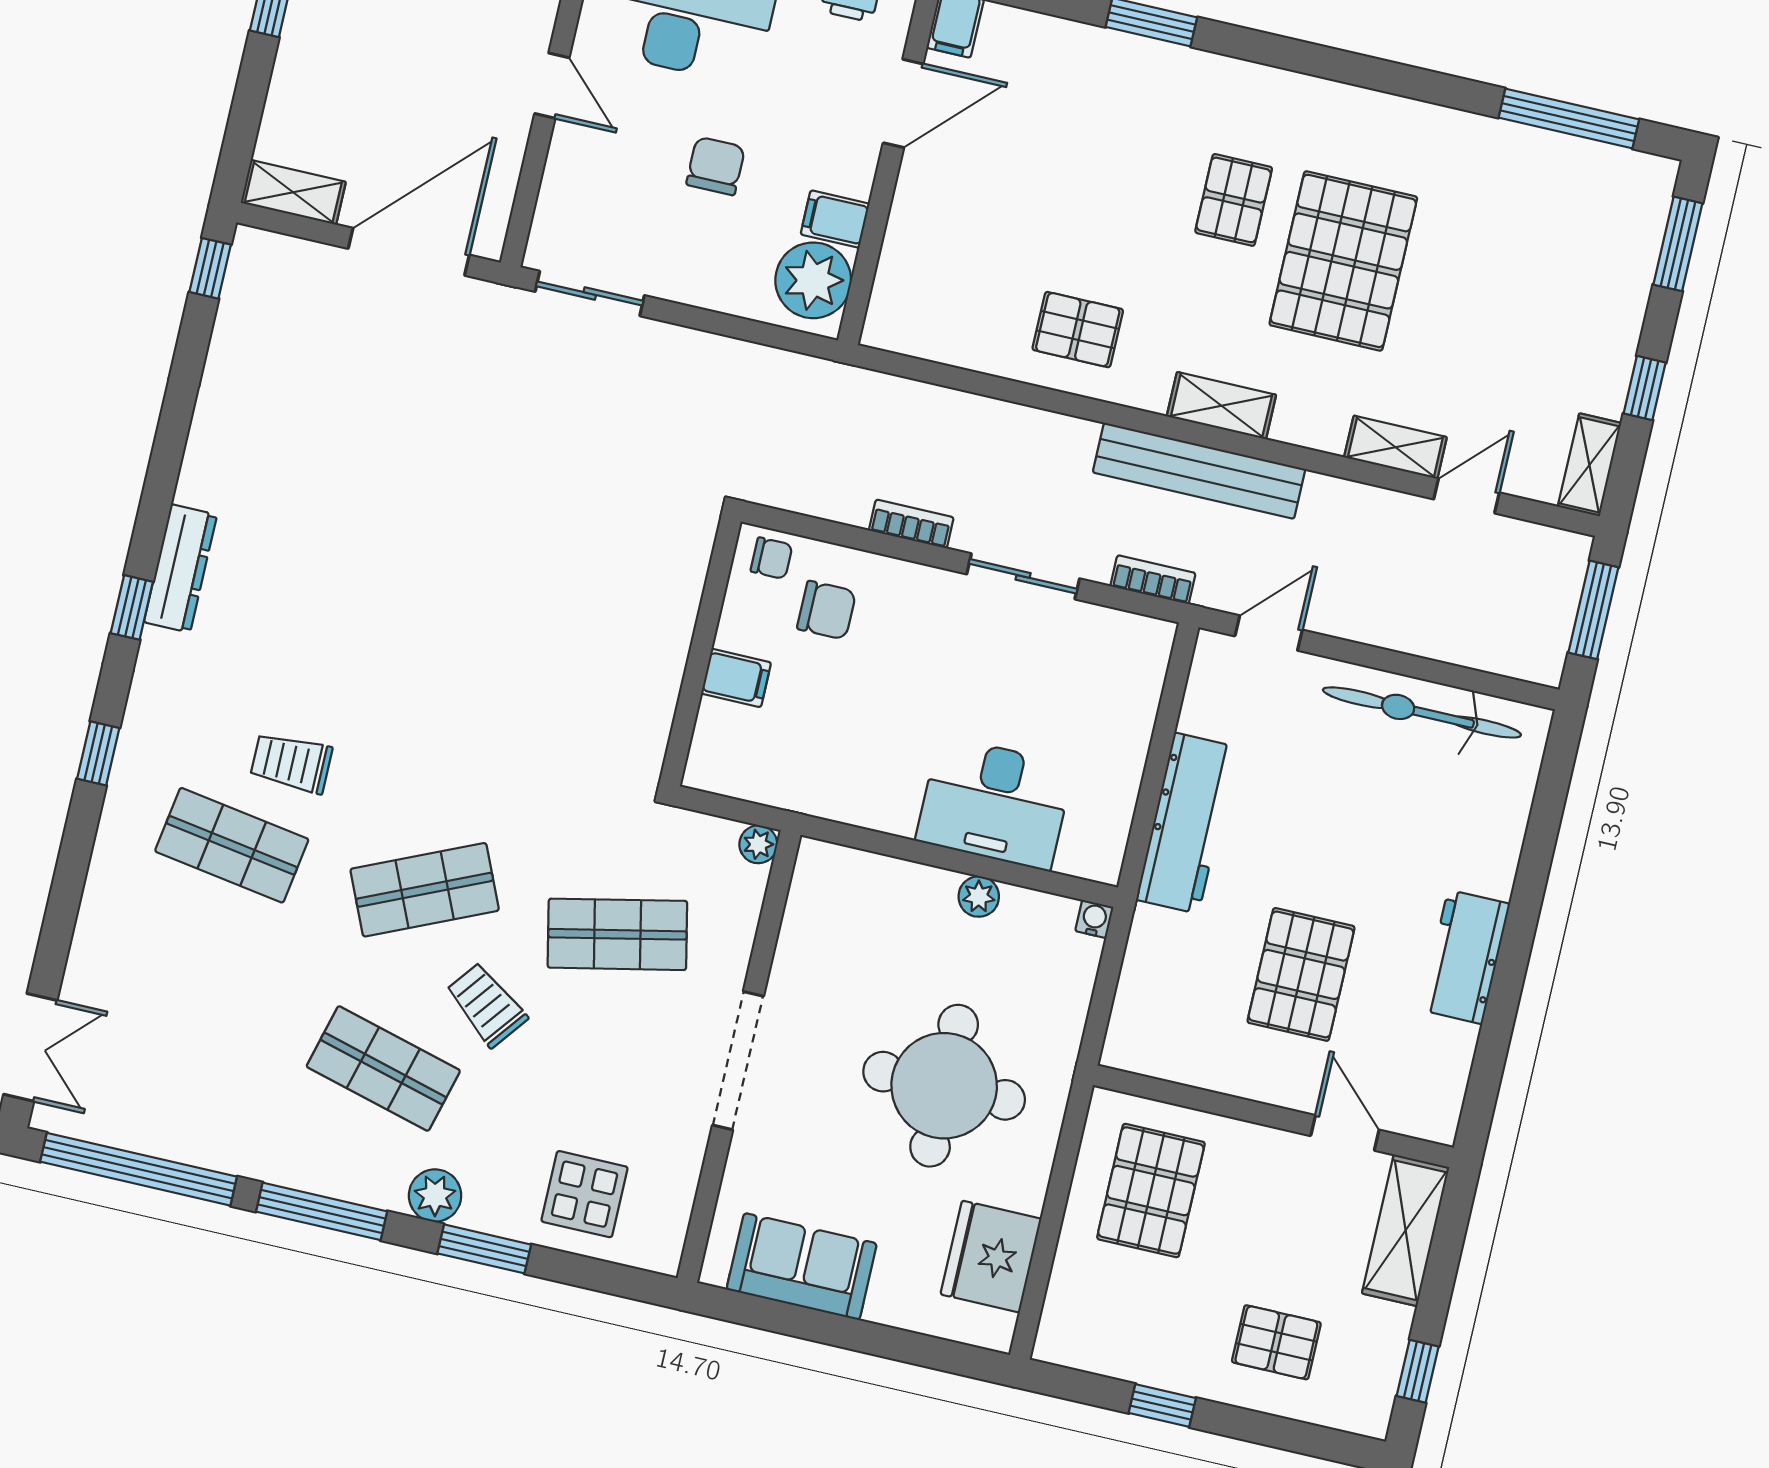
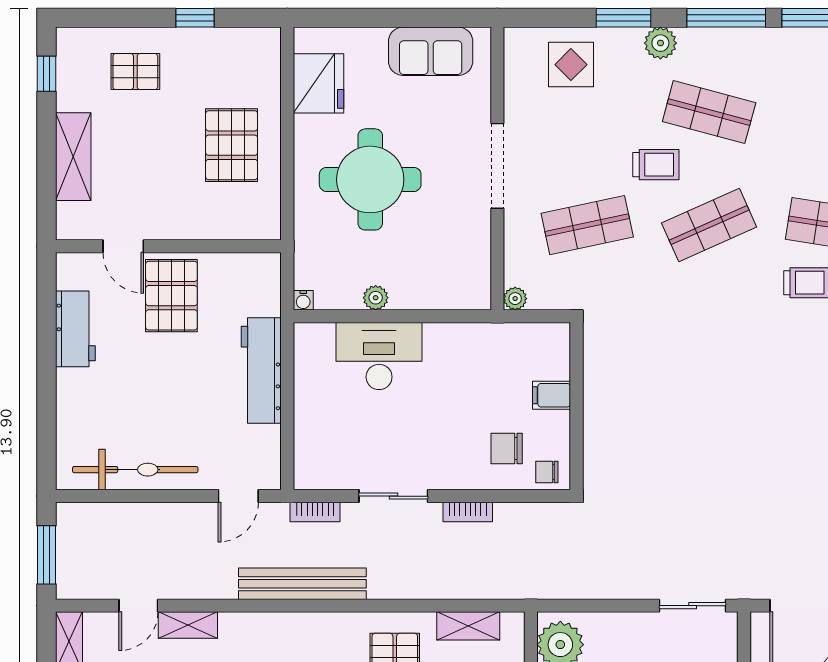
shelving: (1221, 406) -> (468, 626), moved
trolley: (487, 1005) -> (656, 165), turned -38
wall: (1273, 1116) -> (168, 246), moved
door: (1345, 1133) -> (123, 246), moved

